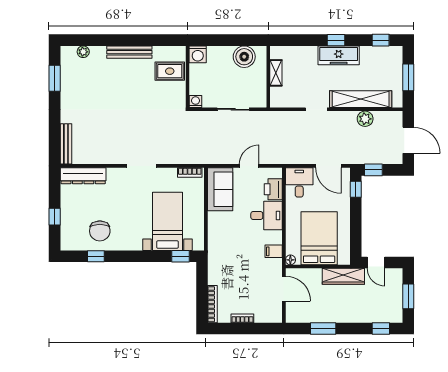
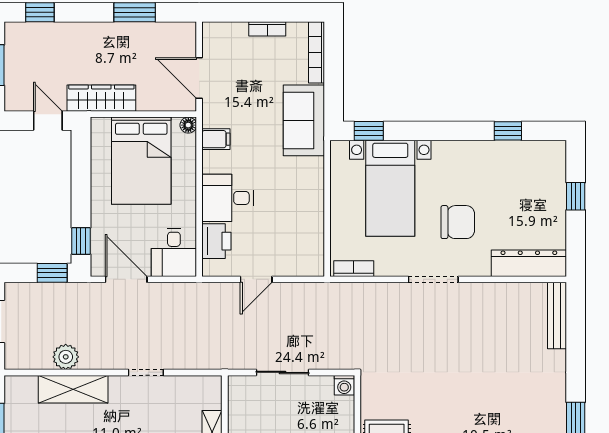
shelving: (361, 99) -> (73, 389), width x0.68
sofa: (220, 189) -> (304, 120), moved
chair: (100, 231) -> (458, 222), moved, turned 90

